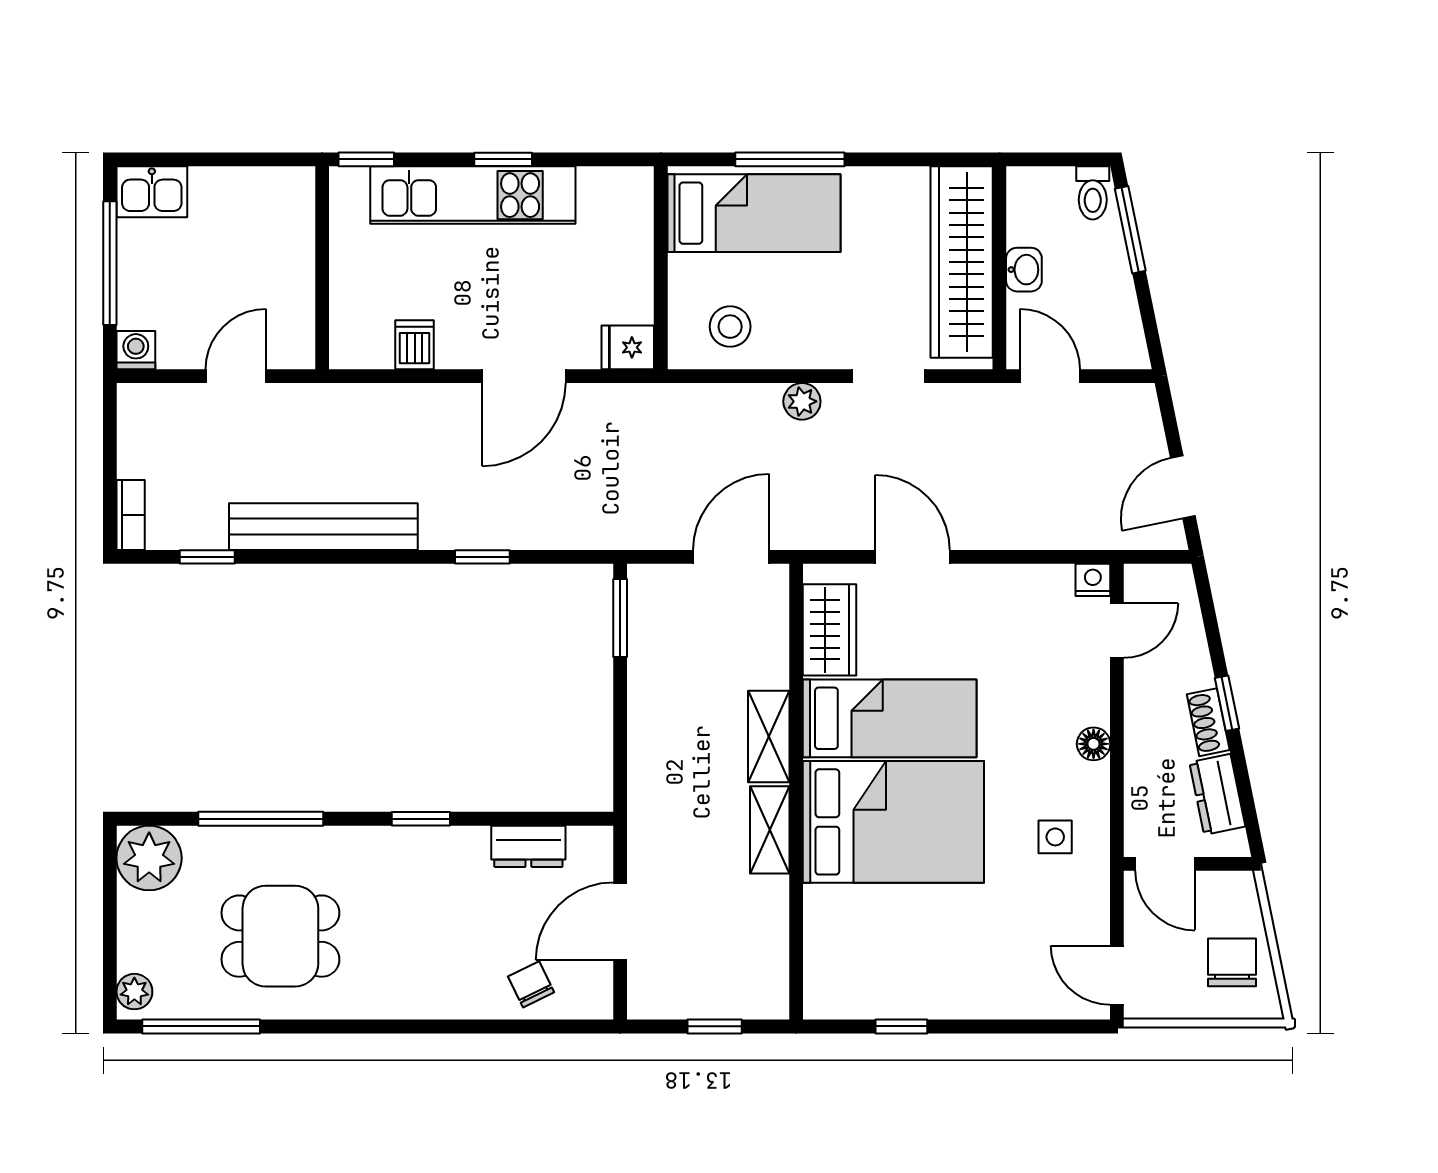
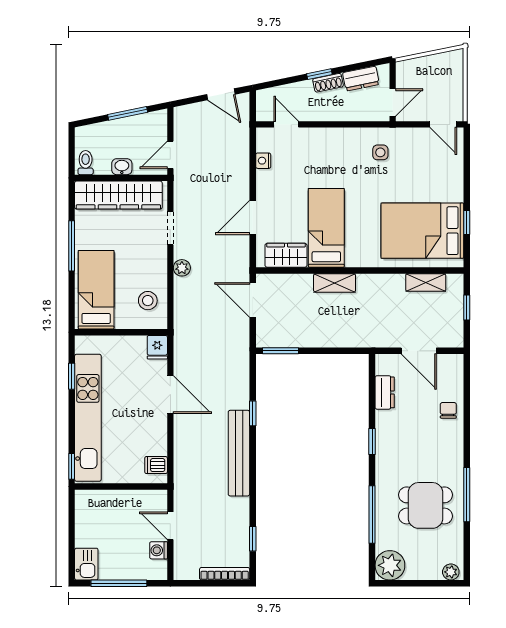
window: (503, 159) -> (72, 376), moved
window: (790, 159) -> (72, 246), moved
toilet: (1093, 193) -> (86, 163), moved, turned -90
kitchen unit: (473, 195) -> (88, 418), width x1.36
window: (1130, 230) -> (128, 113), moved
dishwasher: (415, 345) -> (156, 465), moved
washing machine: (136, 350) -> (159, 550), moved
bookcase: (131, 515) -> (225, 574), width x1.56
bench: (323, 527) -> (239, 453), moved
nightstand: (1093, 580) -> (263, 161), moved
floor lamp: (1094, 744) -> (338, 135), removed
bed: (893, 822) -> (422, 231), moved, turned -90
shelving: (770, 830) -> (426, 282), moved
dining table: (280, 936) -> (426, 505), turned 90
chair: (1232, 962) -> (438, 72), removed
door: (1117, 975) -> (443, 124), hinge flipped
chair: (531, 984) -> (448, 410), moved, turned 116
window: (201, 1026) -> (467, 495), moved

